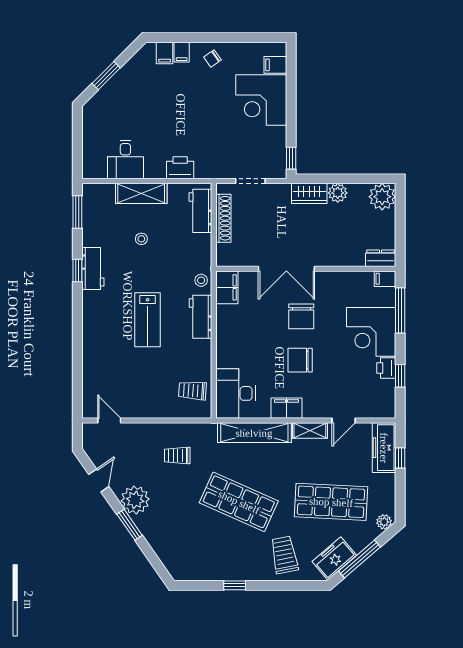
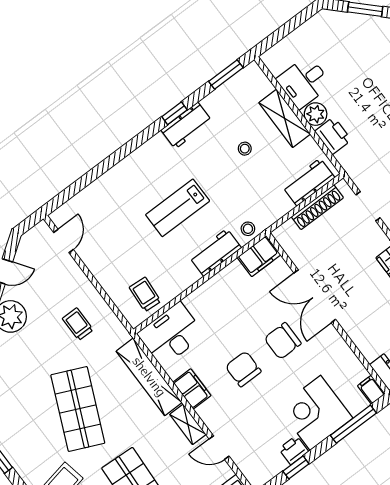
plant: (155, 169) -> (316, 114), added

